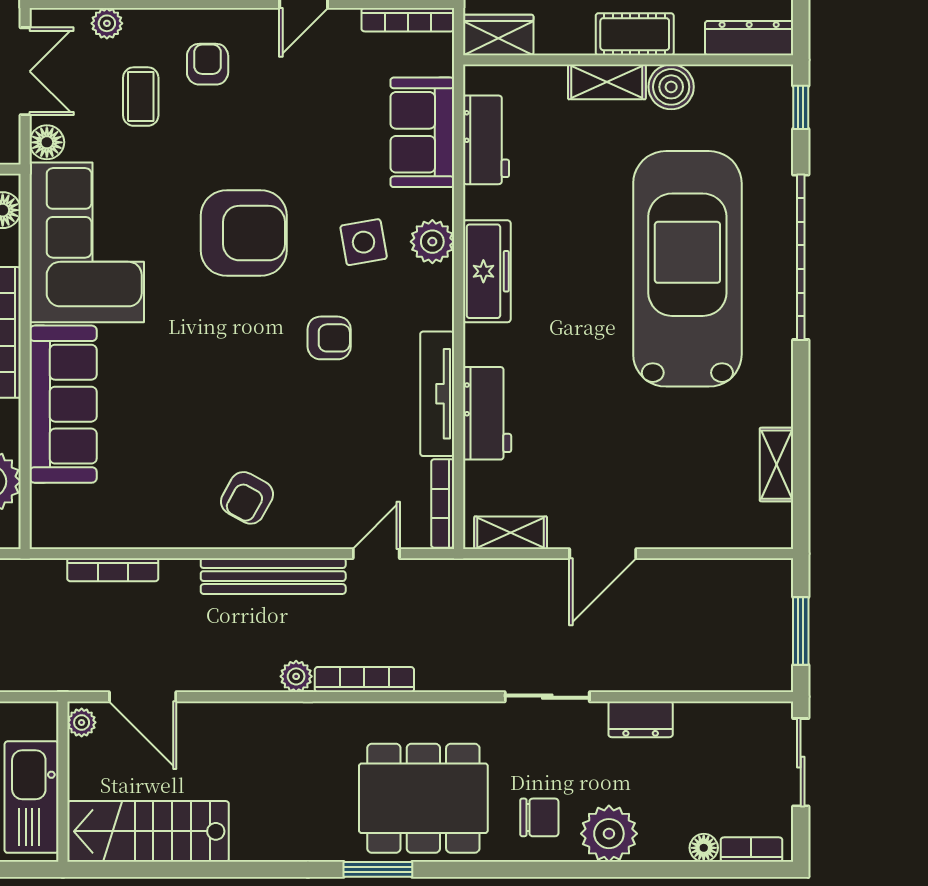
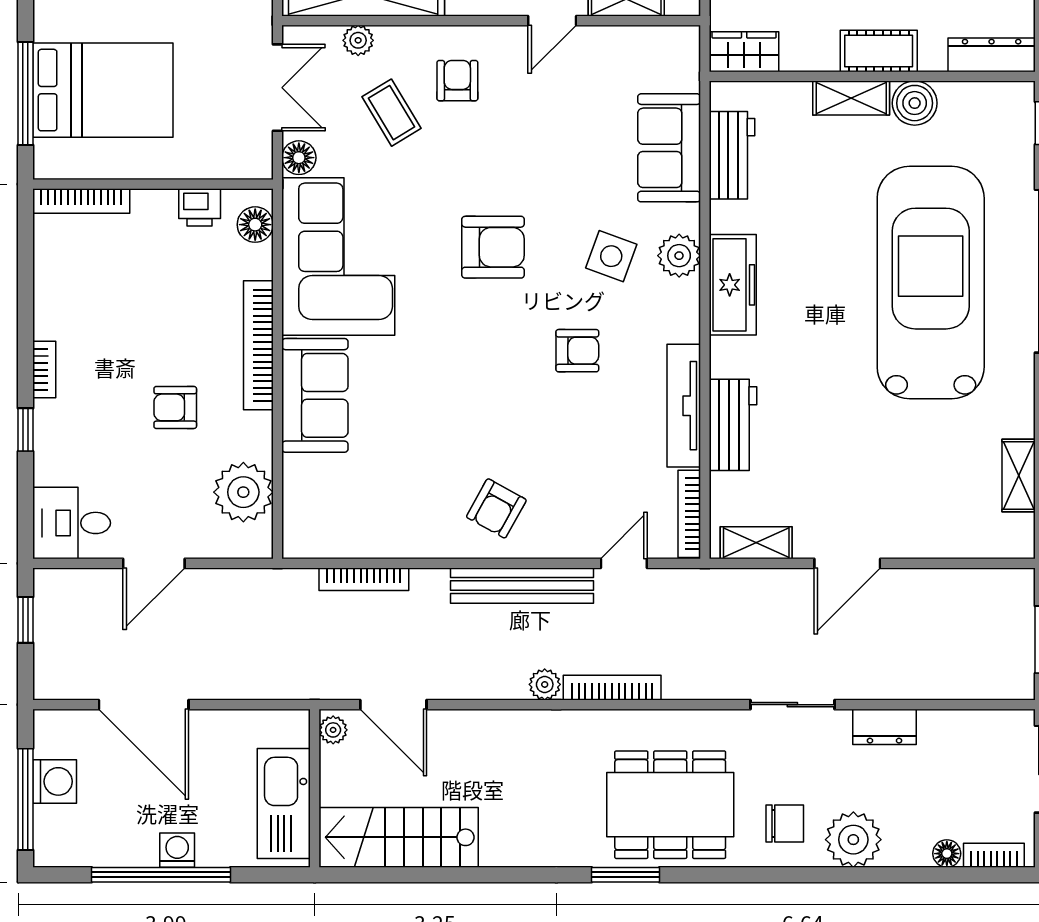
bookcase: (408, 20) -> (655, 37), removed
coffee table: (141, 97) -> (391, 113), turned -31
armchair: (244, 233) -> (493, 247), width x0.73, depth x0.73
side table: (364, 242) -> (611, 256), turned 30
sofa: (63, 404) -> (315, 395), width x0.73

